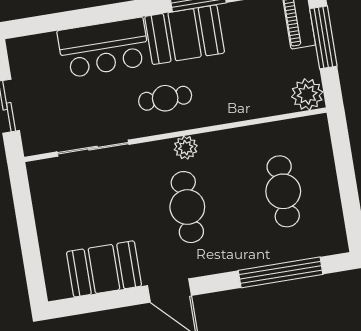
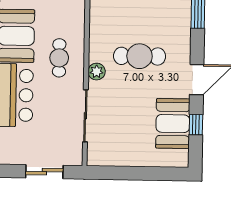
plant: (186, 148) -> (97, 72), moved
window: (108, 301) -> (196, 125), added

